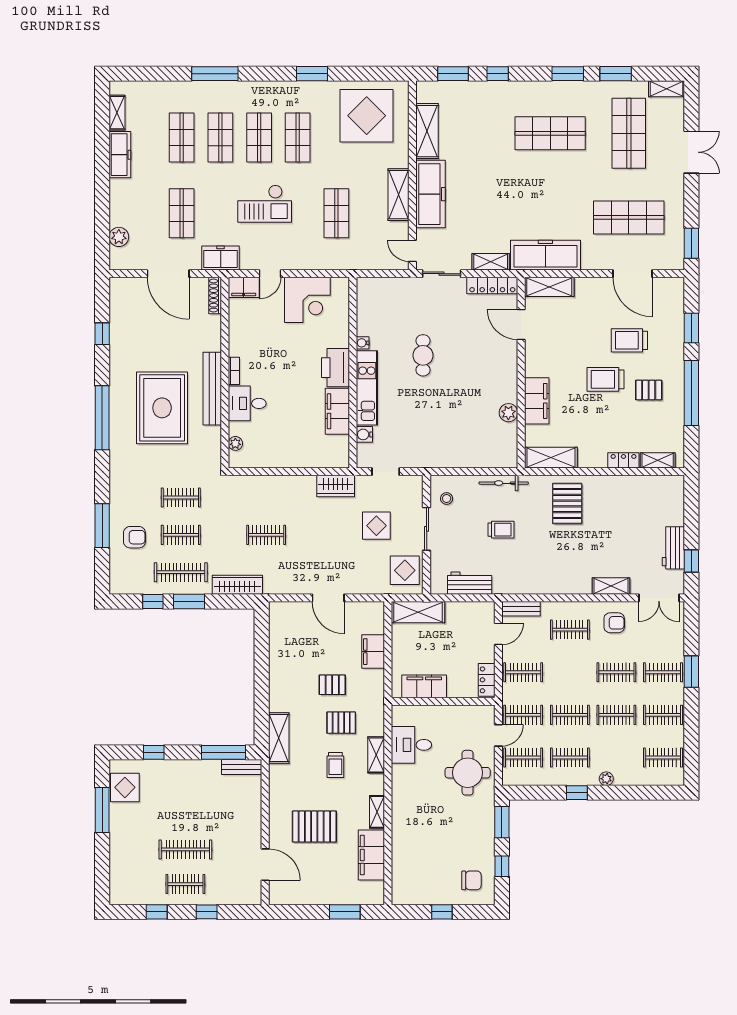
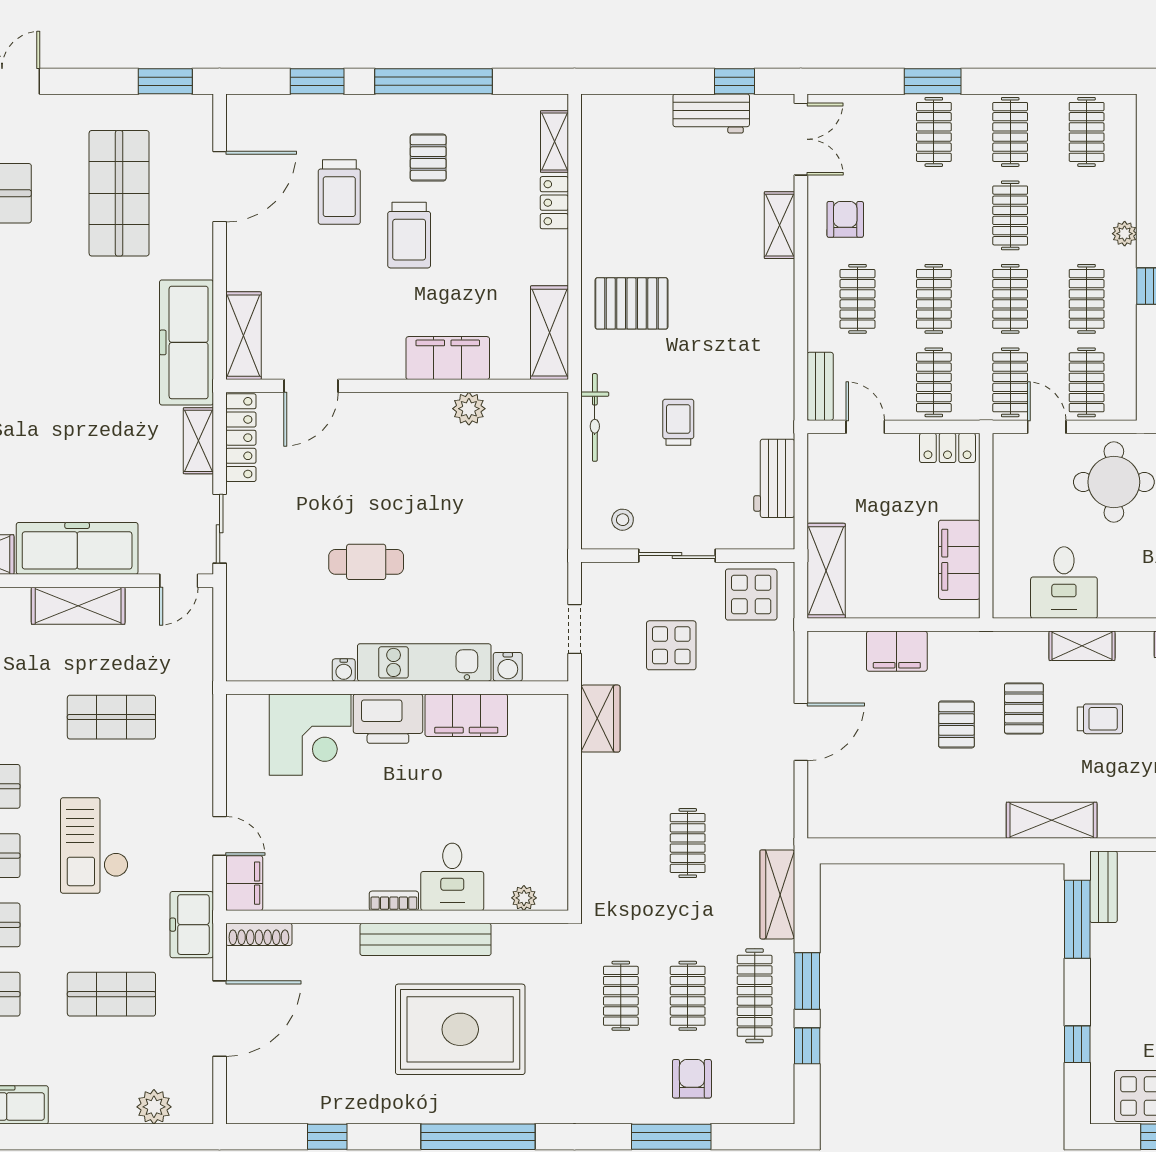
checkout: (265, 204) -> (94, 846), turned 180
corner desk: (307, 300) -> (310, 735), moved, turned 90
clothes rail: (616, 672) -> (934, 299), moved

